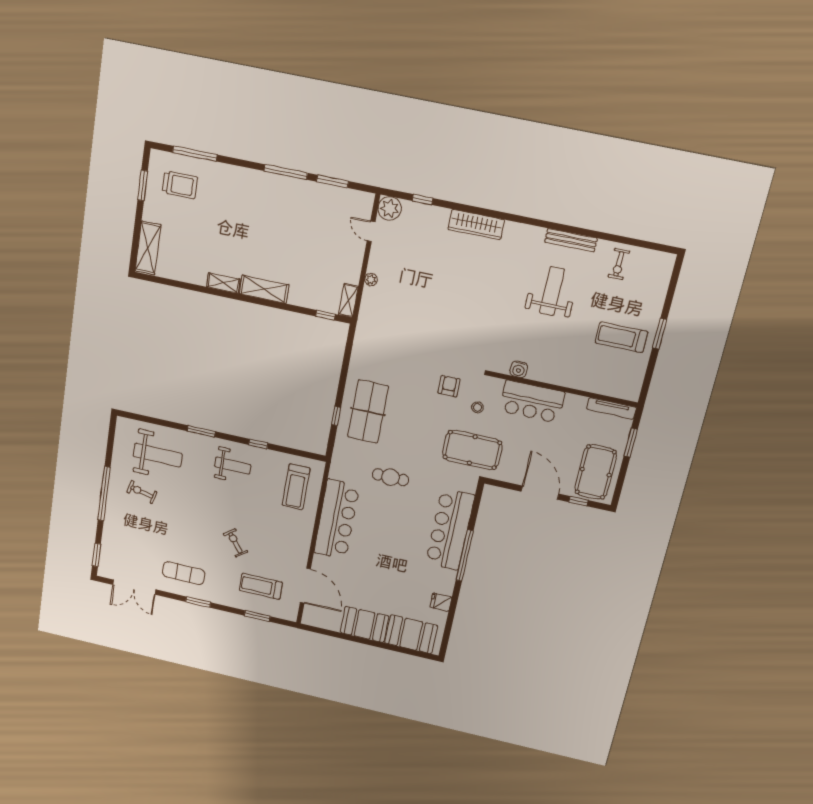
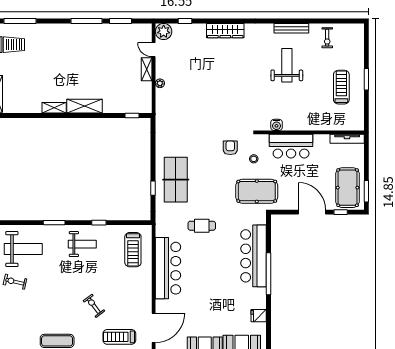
shelving: (348, 301) -> (147, 69), moved
treadmill: (621, 337) -> (341, 87), turned 90
window: (631, 443) -> (366, 191), moved
door: (305, 586) -> (154, 328), hinge flipped

